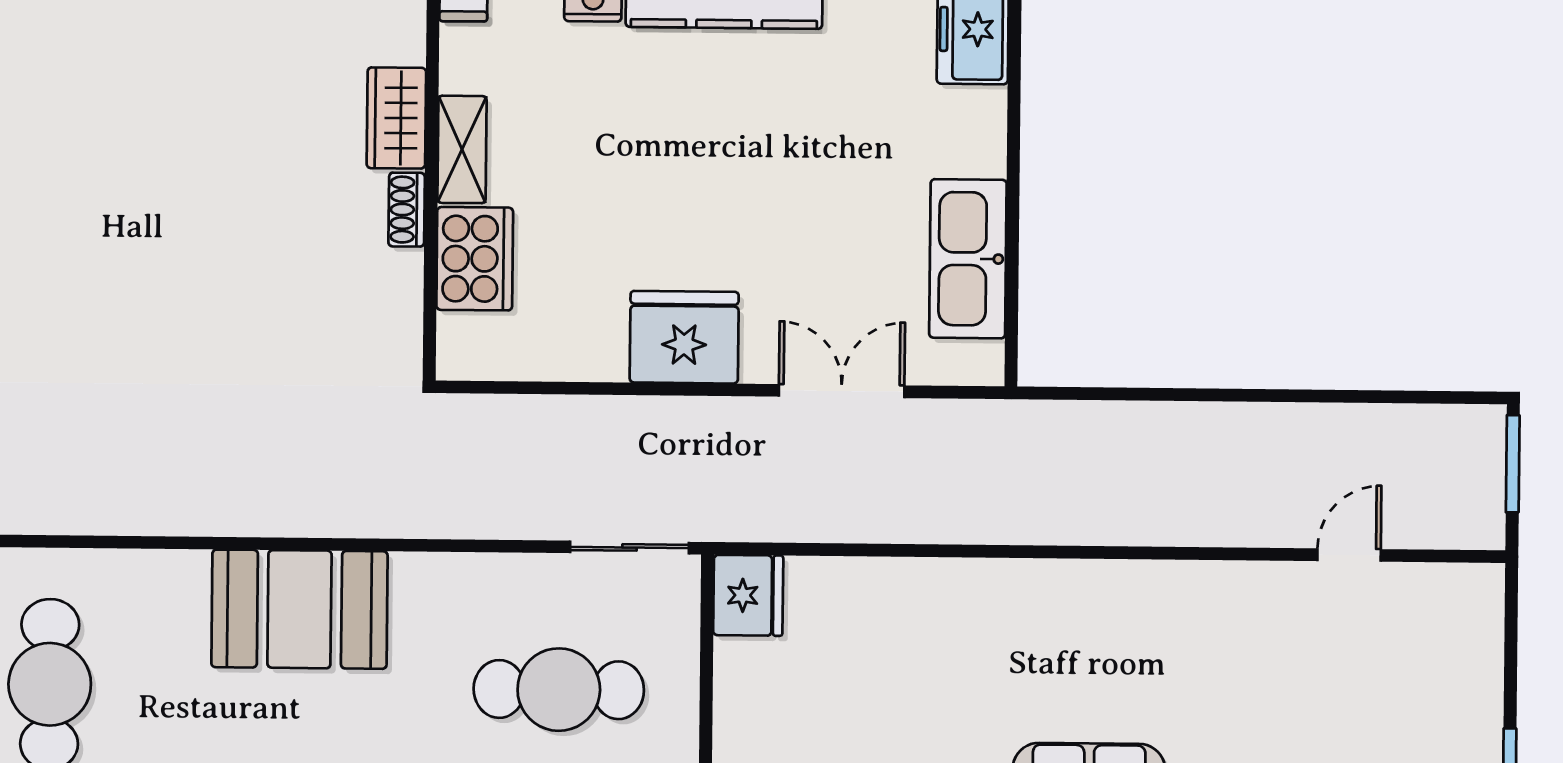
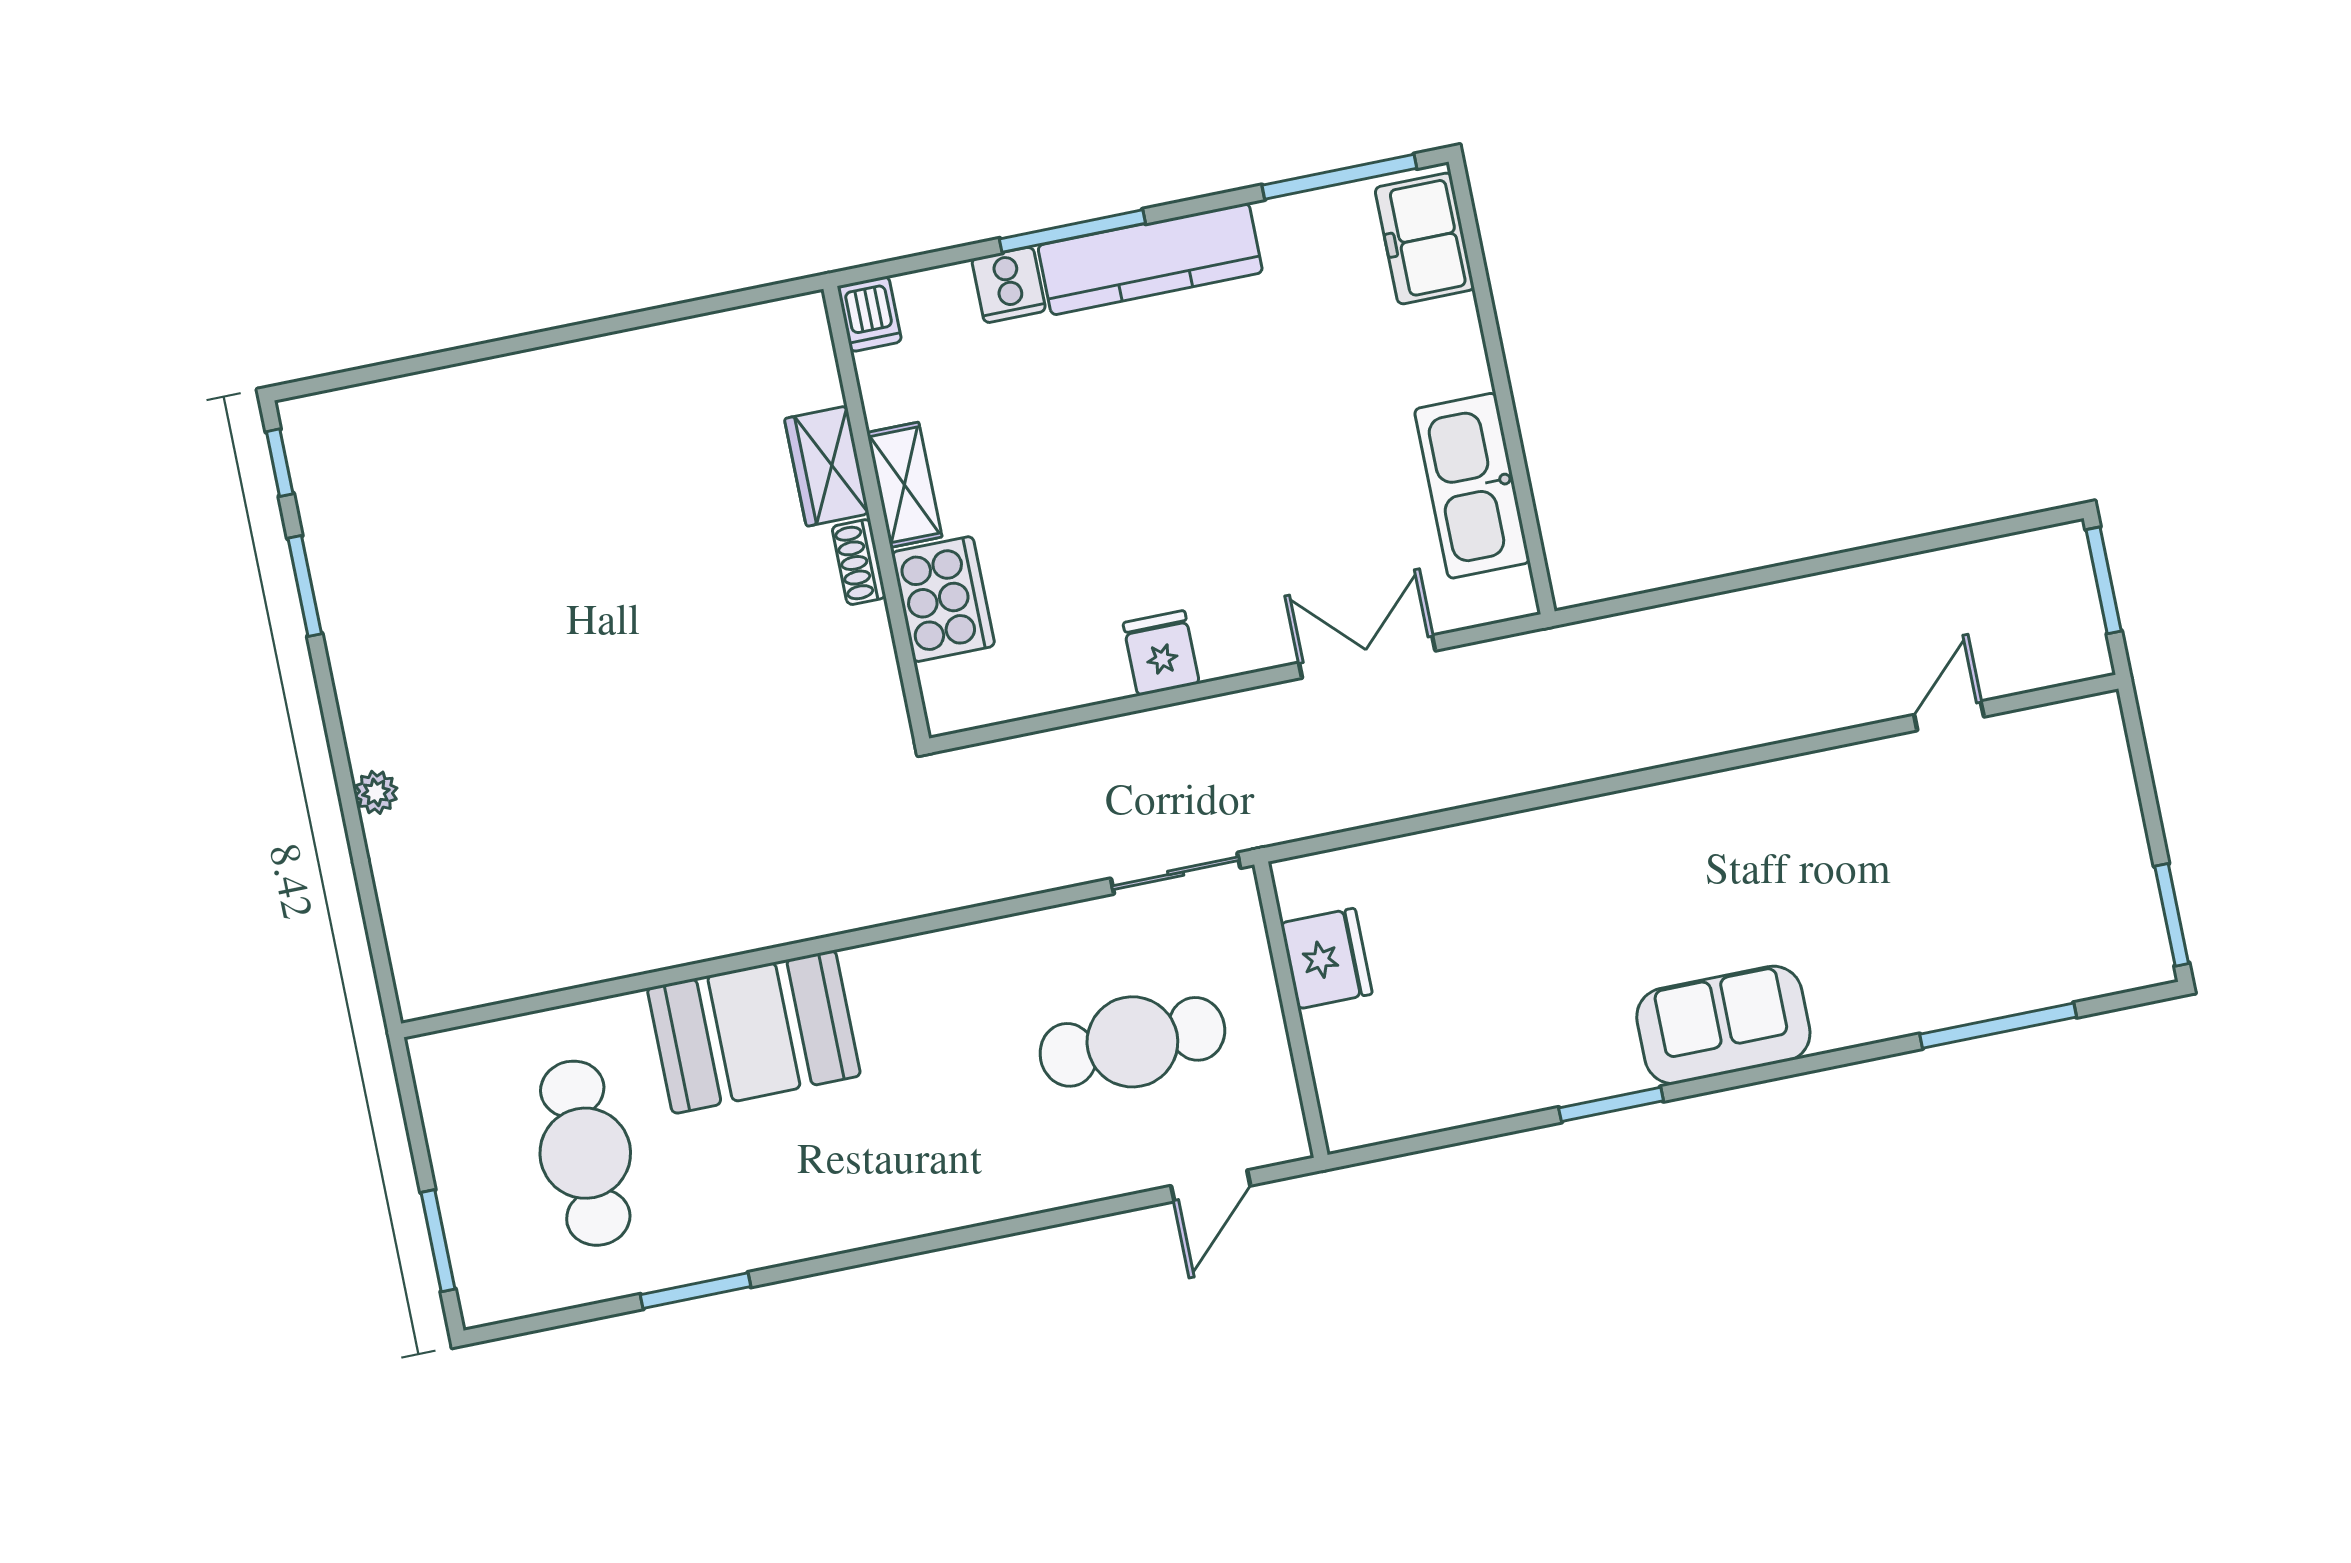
fridge: (684, 337) -> (1161, 653), width x0.53, depth x0.75
fridge: (748, 595) -> (1326, 958), moved
booth: (299, 609) -> (754, 1032), moved

